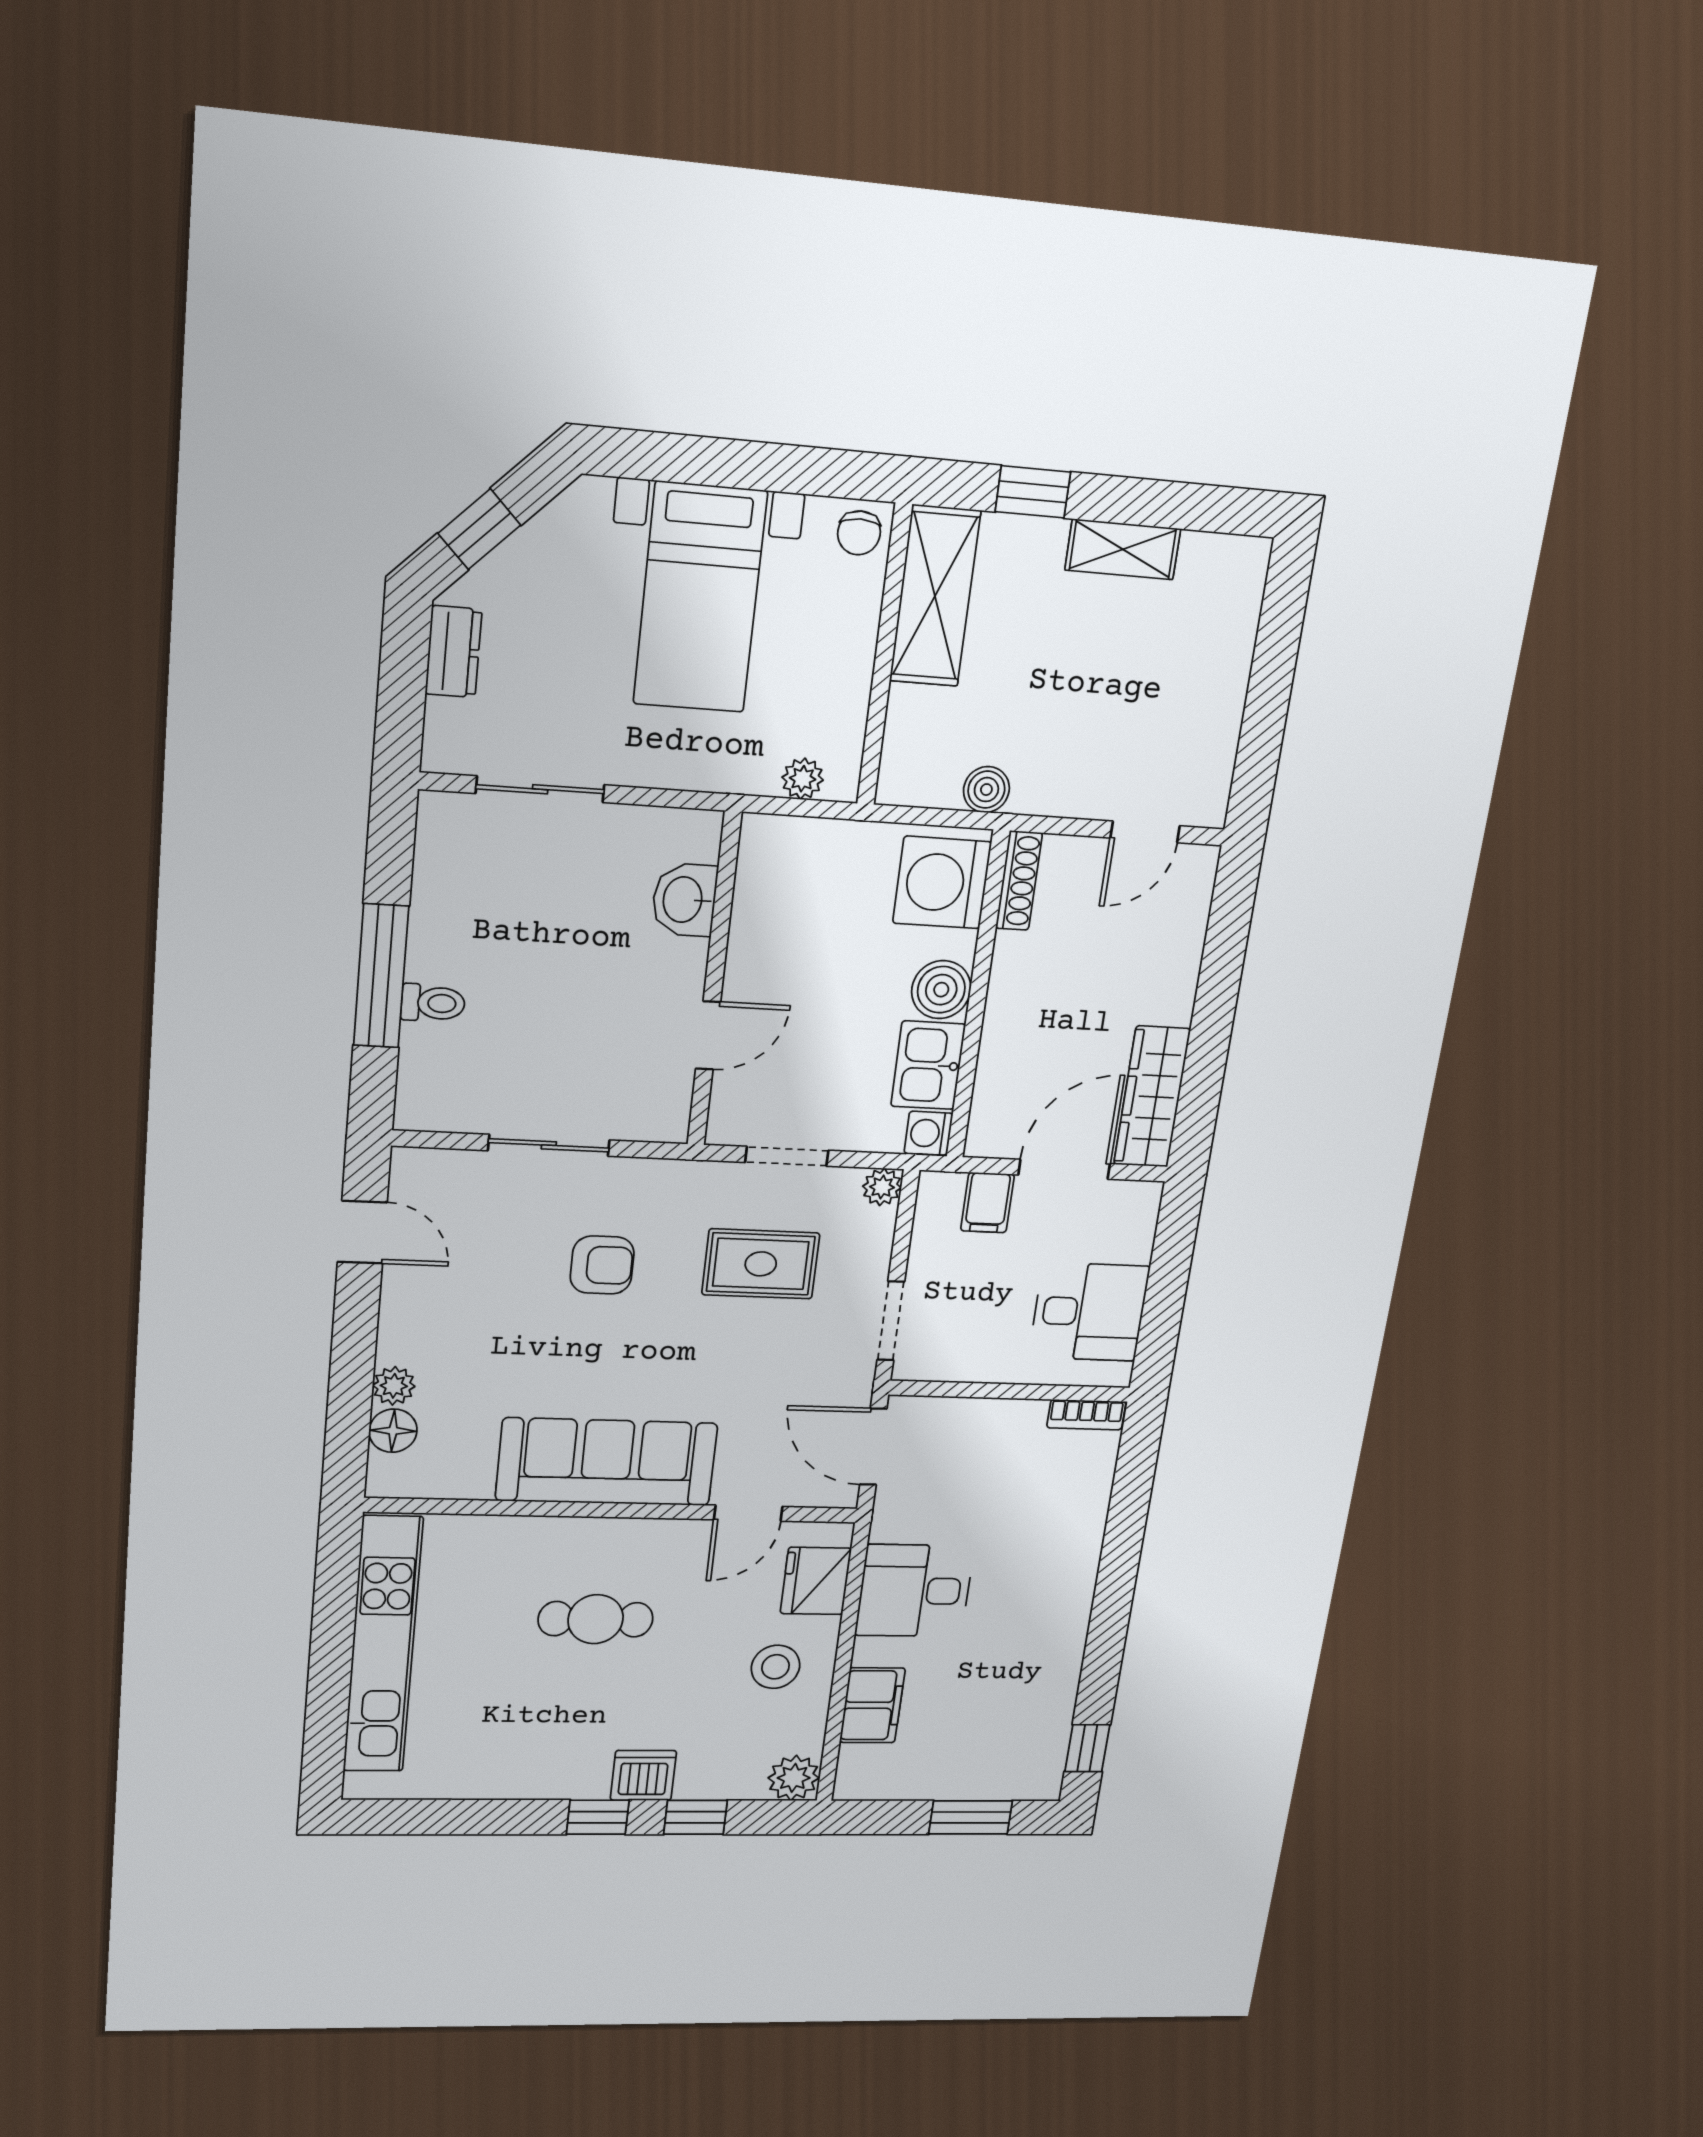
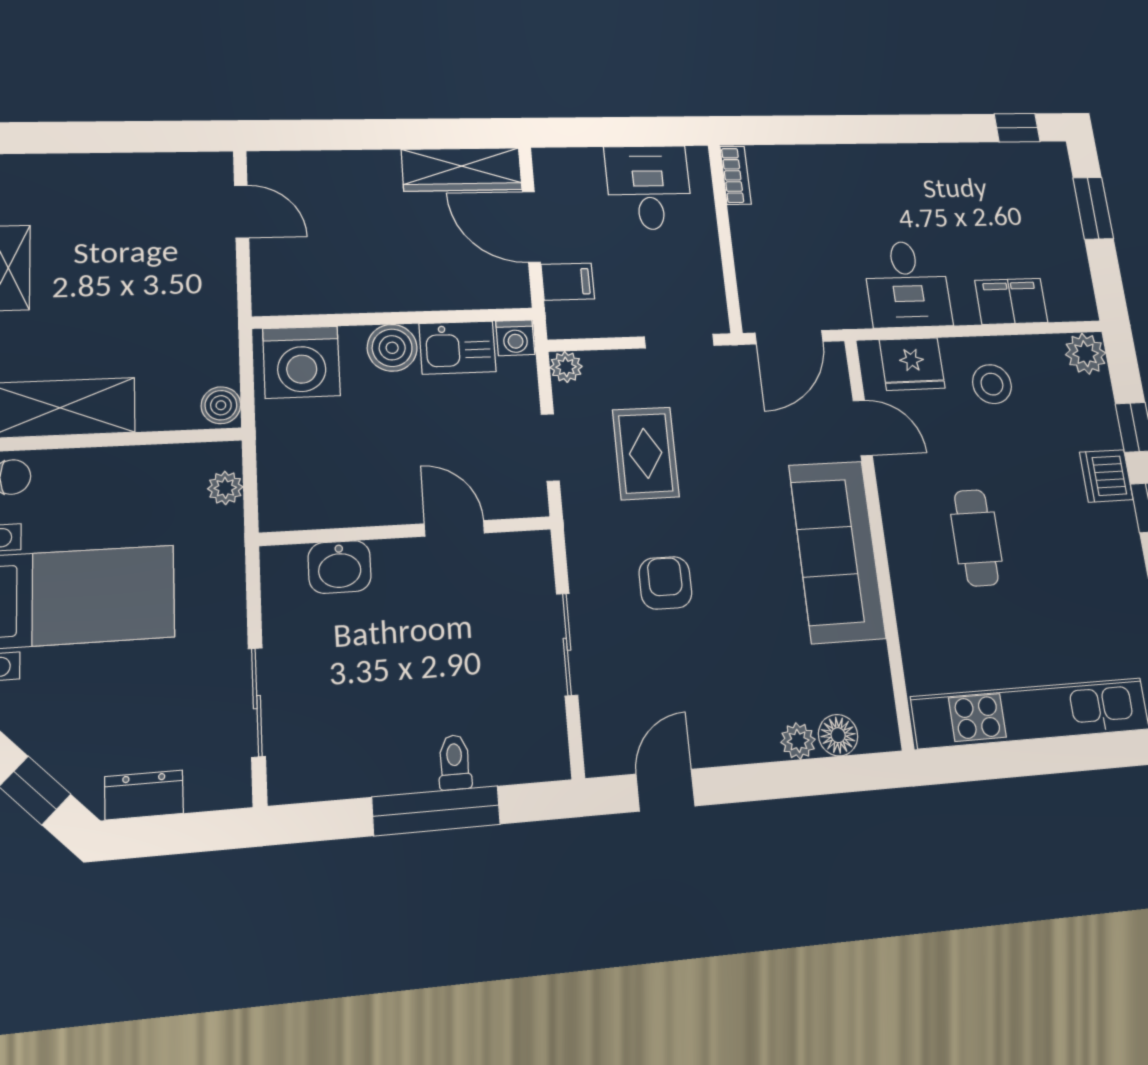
boiler: (986, 790) -> (221, 405), moved
shoe rack: (1019, 881) -> (293, 302), removed

